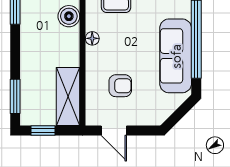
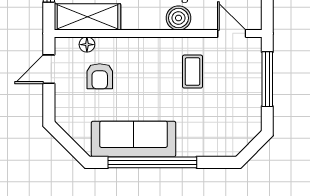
floor lamp: (92, 38) -> (87, 45), moved

